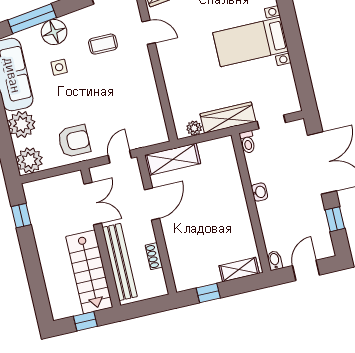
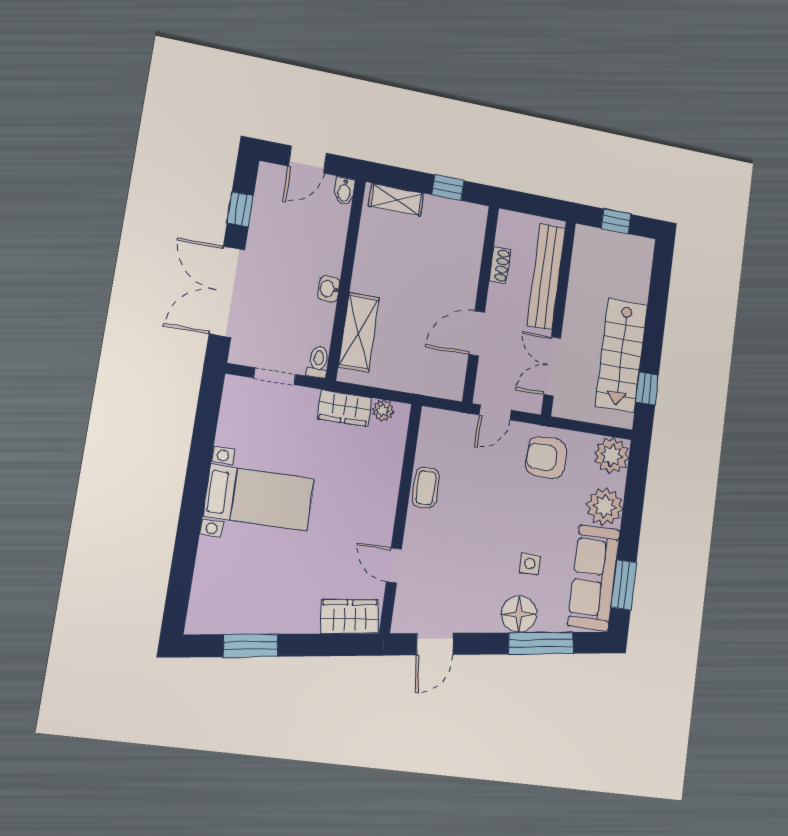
coffee table: (103, 44) -> (426, 488), moved, turned 90
wardrobe: (228, 118) -> (344, 408), width x0.67
shelving: (173, 159) -> (359, 332), moved, turned 90
stairs: (89, 272) -> (621, 355), moved, turned 180

